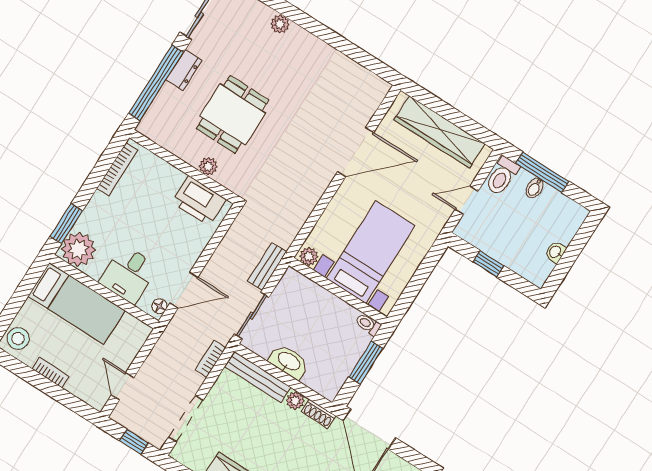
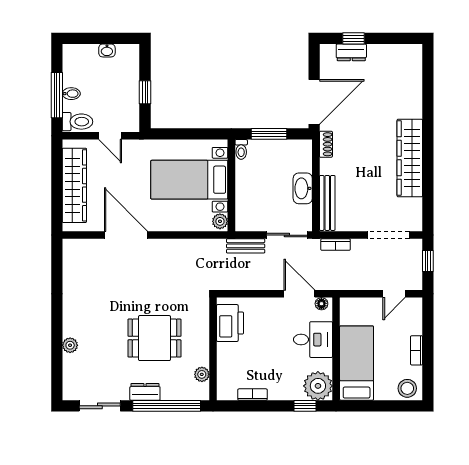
plant: (208, 166) -> (202, 374), moved
bookcase: (117, 169) -> (253, 395), width x0.64
window: (66, 223) -> (305, 406), width x0.67
plant: (295, 401) -> (327, 166), removed

